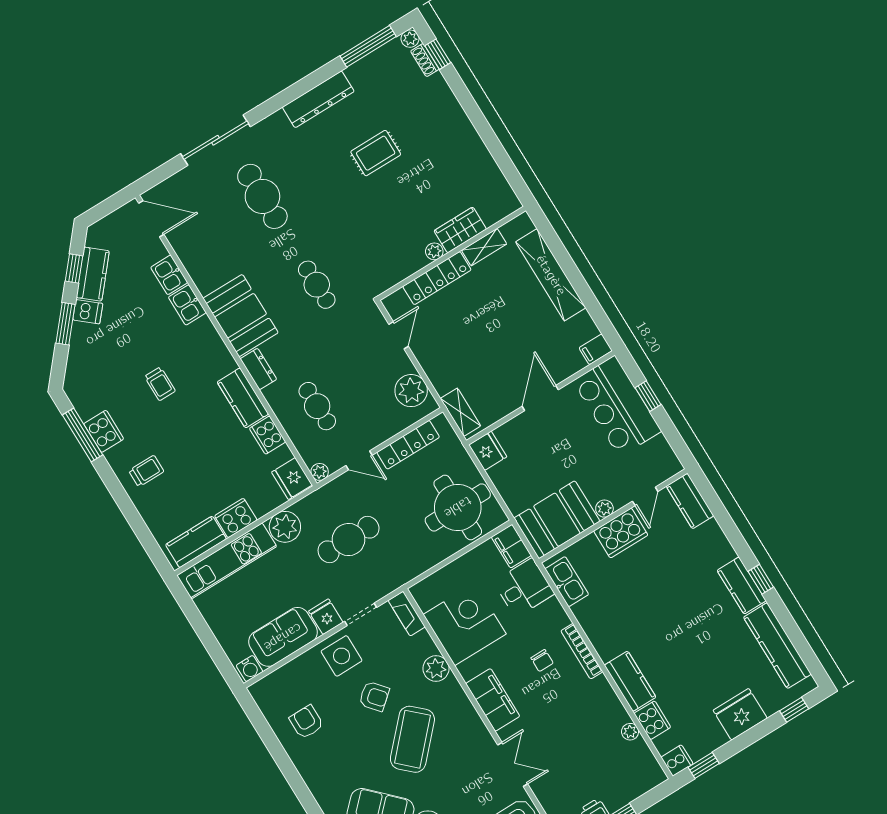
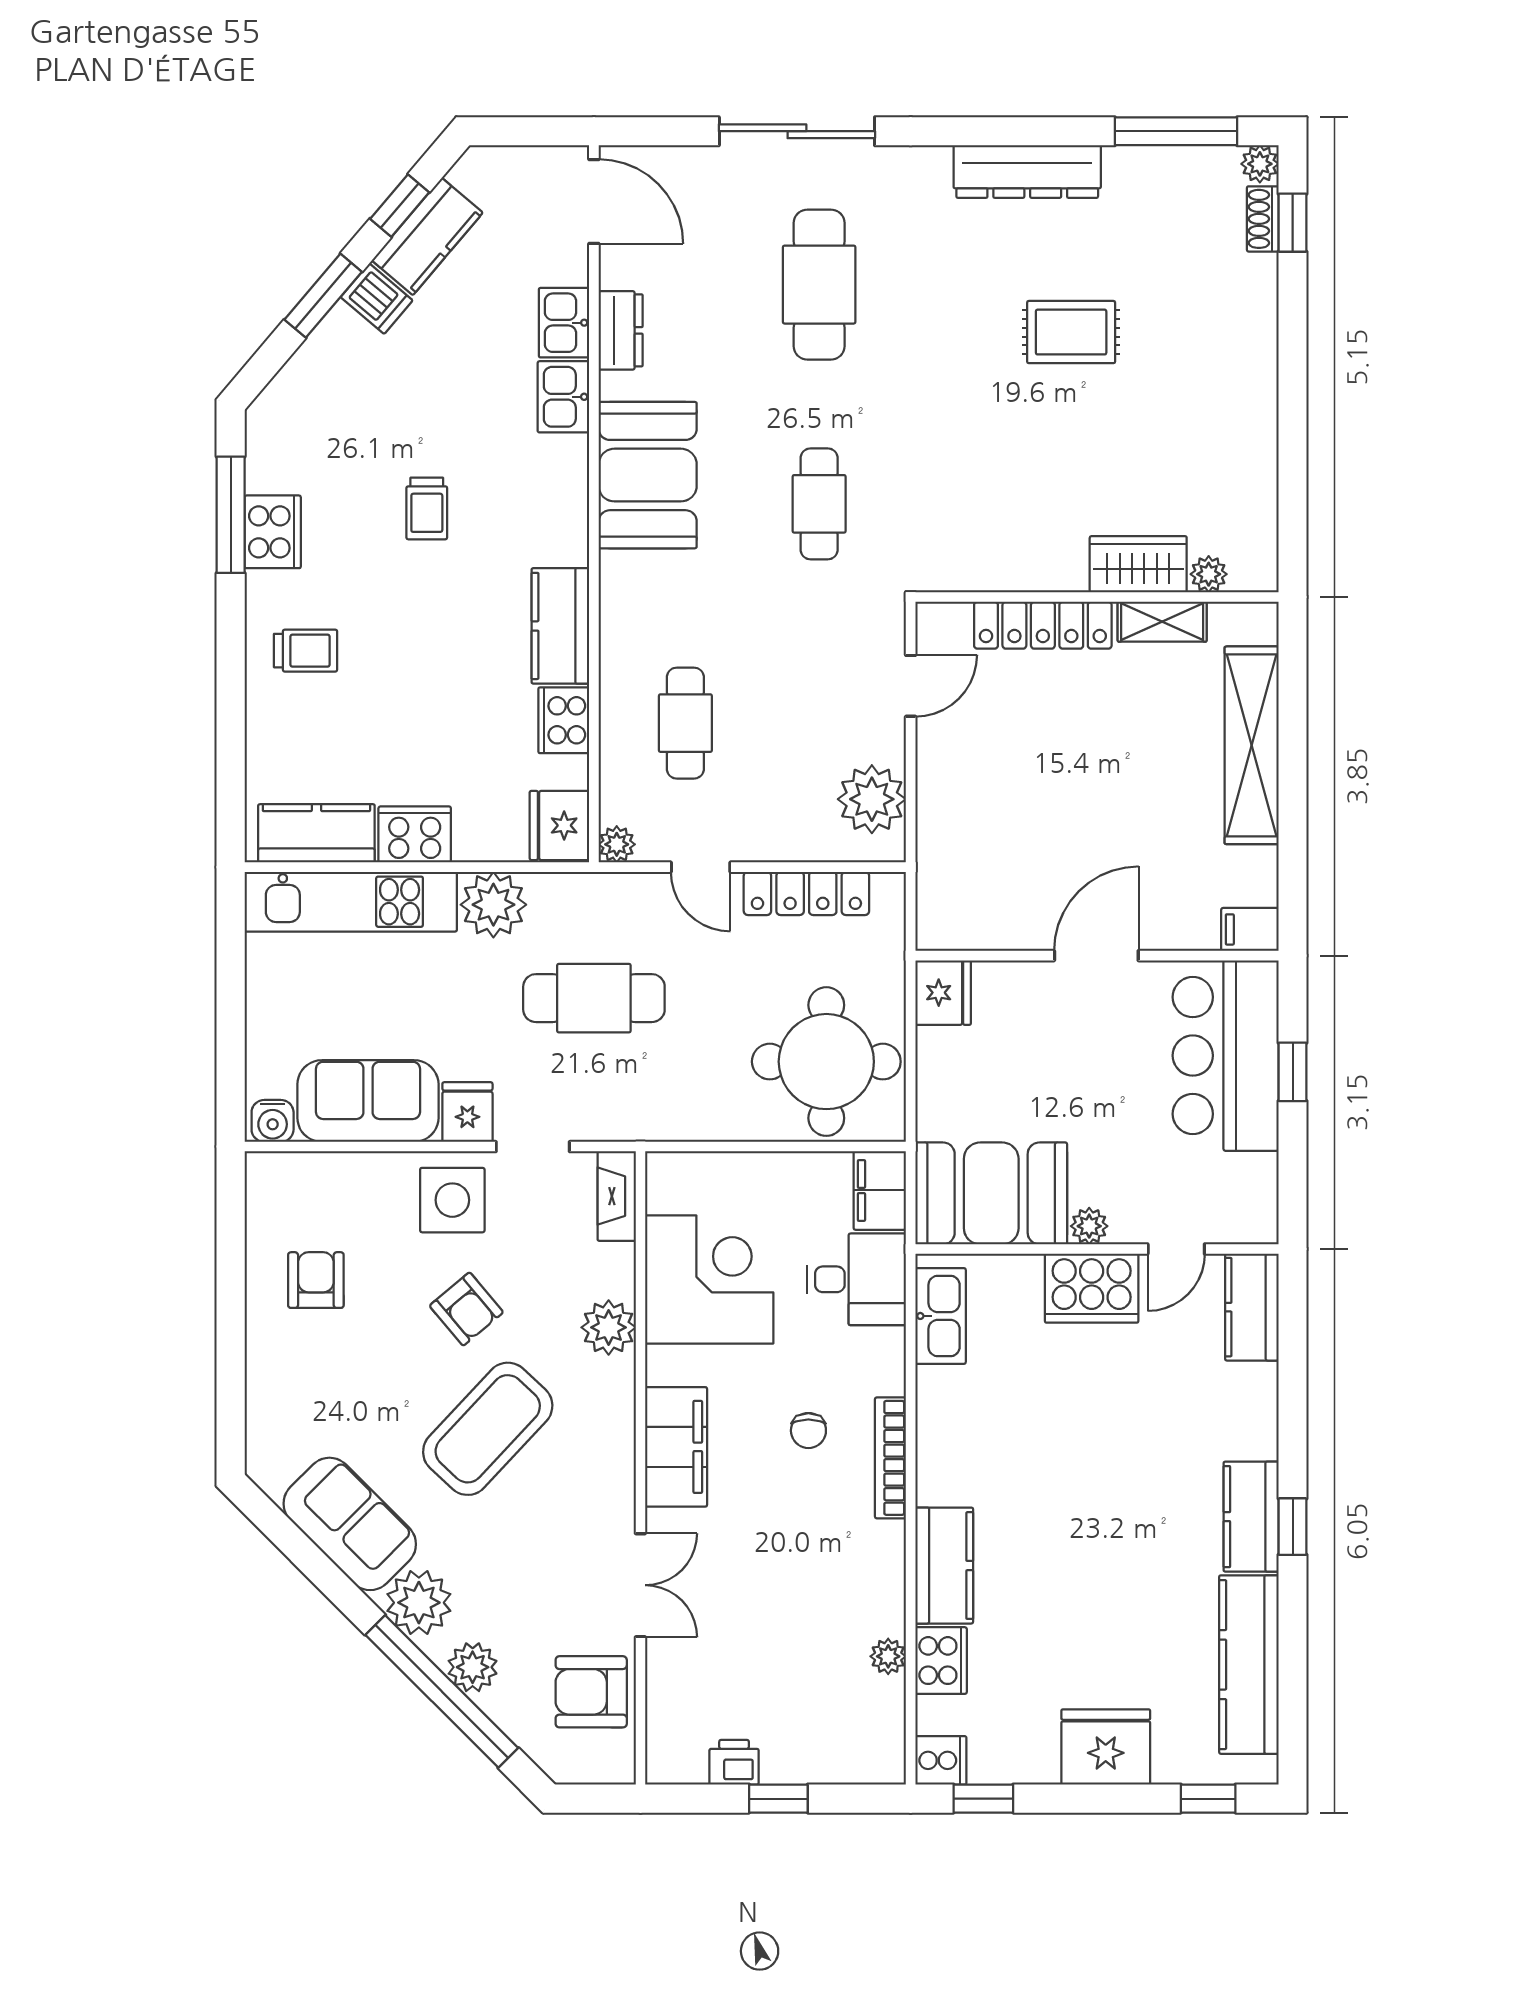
plant: (434, 251) -> (1209, 574), moved
dresser: (258, 369) -> (621, 330), moved
shelving: (460, 412) -> (937, 893), removed

